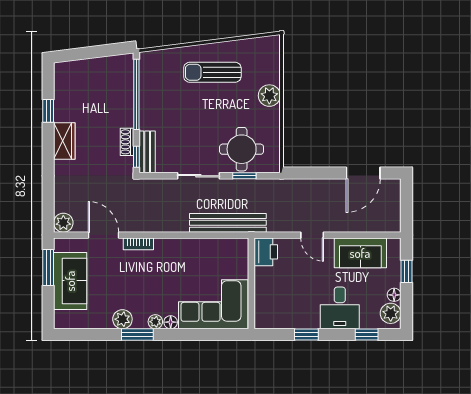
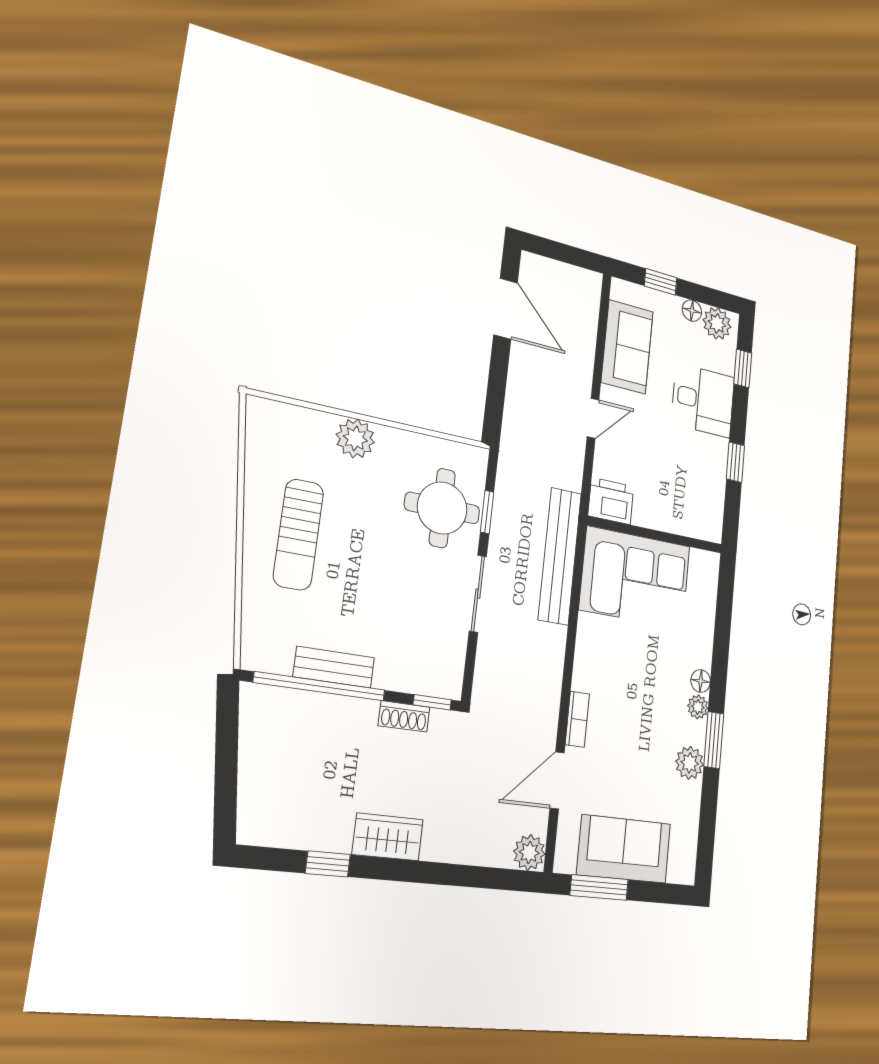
bench: (147, 152) -> (334, 667), moved
corner sofa: (213, 304) -> (635, 578), moved, turned -90

